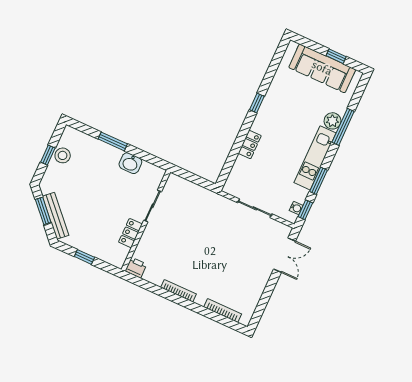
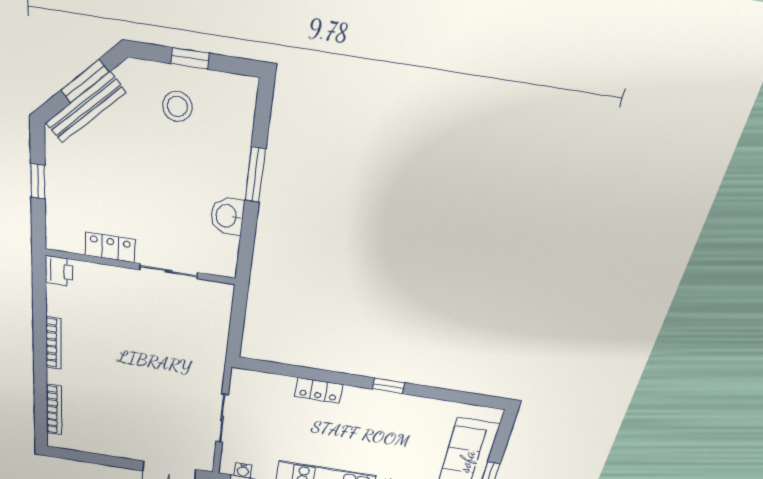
stool: (63, 155) -> (177, 106), moved

